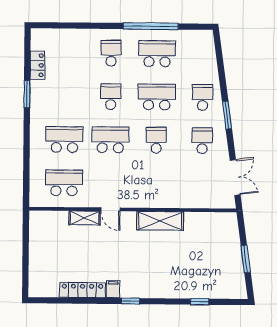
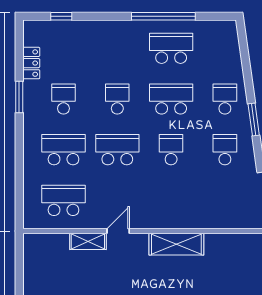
window: (64, 25) -> (61, 16), added
school desk: (111, 53) -> (63, 99), moved
door: (110, 209) -> (118, 231), swing flipped

